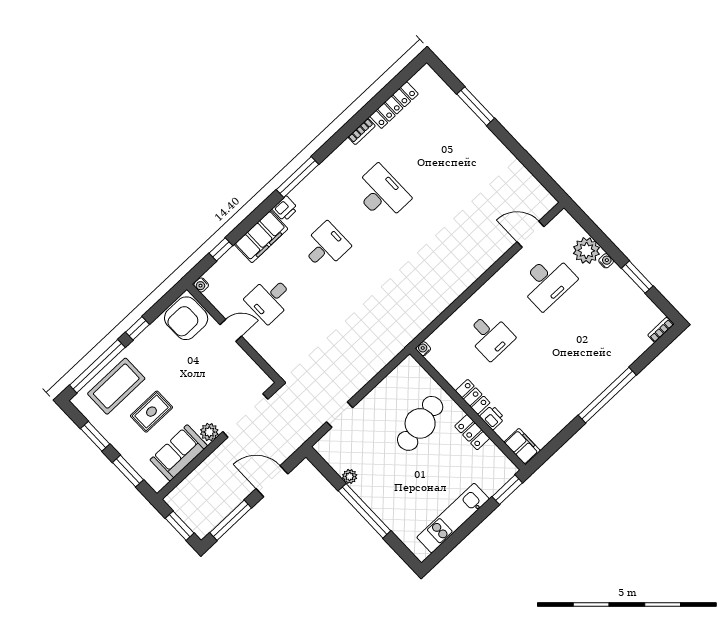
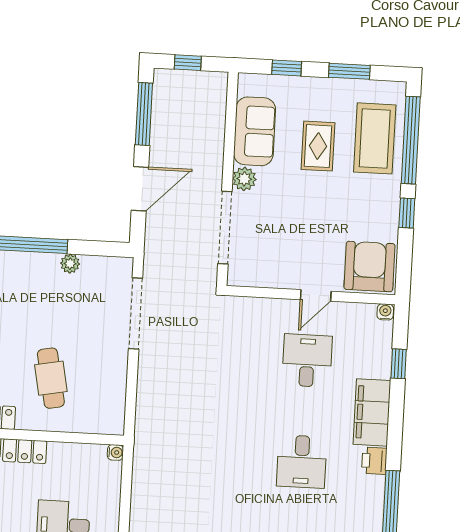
doorway: (340, 415) -> (135, 314), width x1.87
cafe table: (420, 423) -> (51, 378), width x0.73, depth x0.74
window: (128, 471) -> (287, 68), width x0.67
window: (180, 526) -> (188, 63), width x0.67

